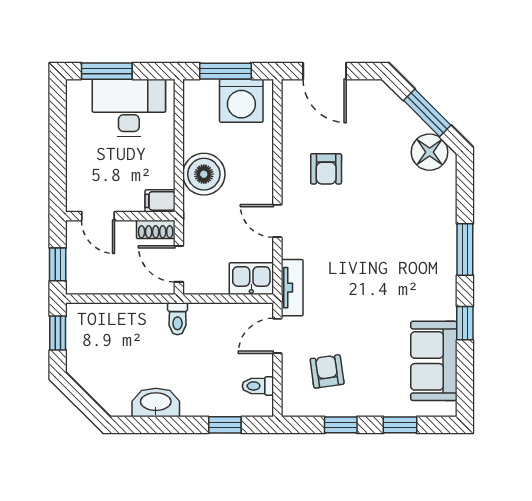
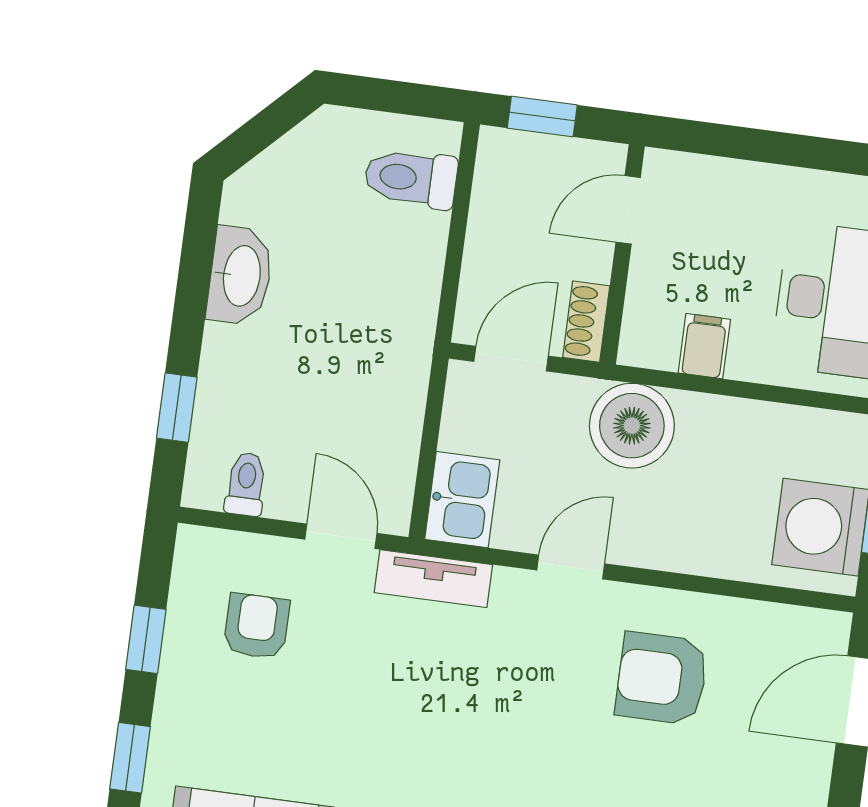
armchair: (326, 169) -> (662, 678), width x1.38, depth x1.38
boiler: (204, 174) -> (632, 426), moved
filing cabinet: (160, 201) -> (704, 346), moved
toilet: (178, 319) -> (411, 178), moved, width x1.37, depth x1.39
window: (58, 333) -> (405, 98), removed
armchair: (327, 371) -> (257, 626), turned -82

